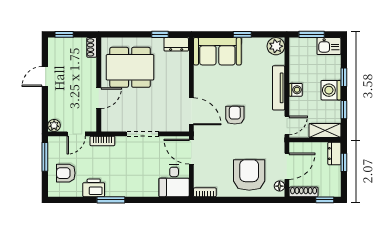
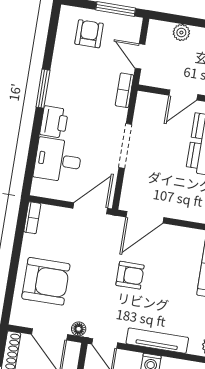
door: (99, 98) -> (183, 95), hinge flipped
plant: (54, 125) -> (181, 33), moved
desk: (174, 181) -> (58, 160), moved
floor lamp: (279, 186) -> (79, 329), moved
printer: (94, 188) -> (54, 122), moved

